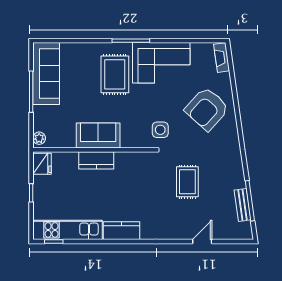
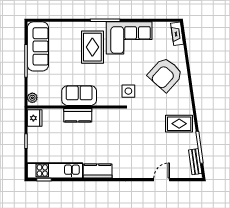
rug: (187, 182) -> (179, 124), moved, turned 90
bench: (243, 205) -> (195, 162), moved

